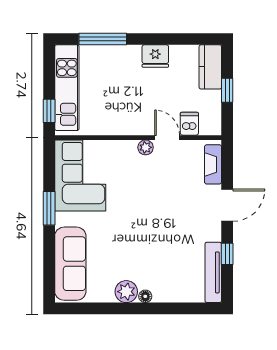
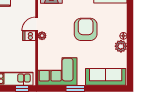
dishwasher: (189, 124) -> (29, 36), moved
armchair: (157, 227) -> (86, 29), added

